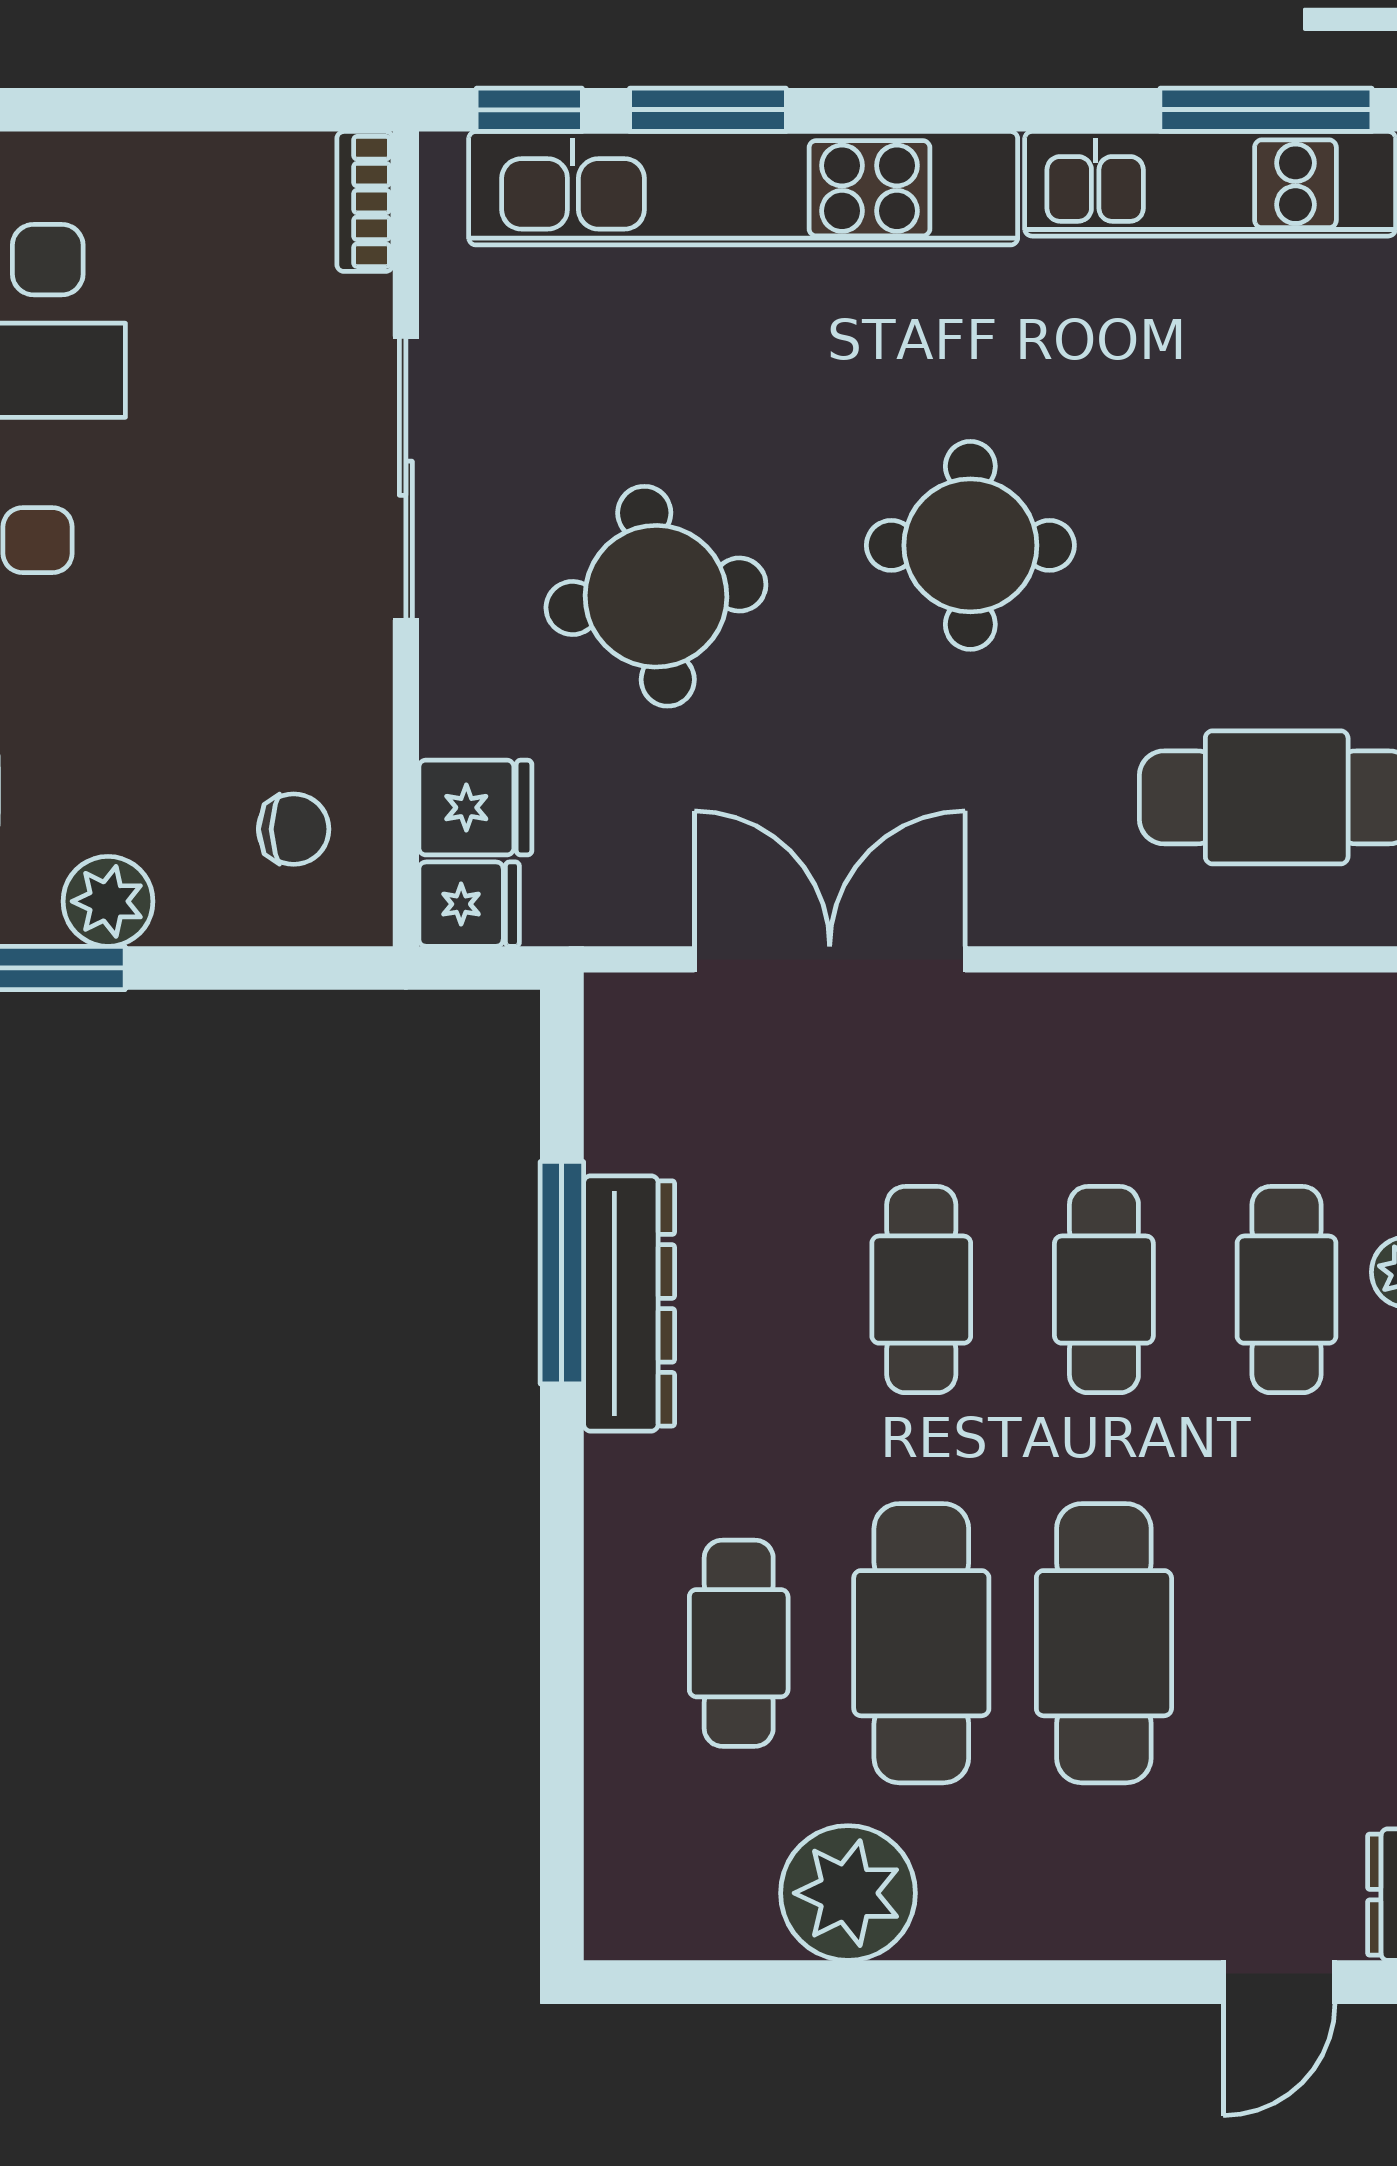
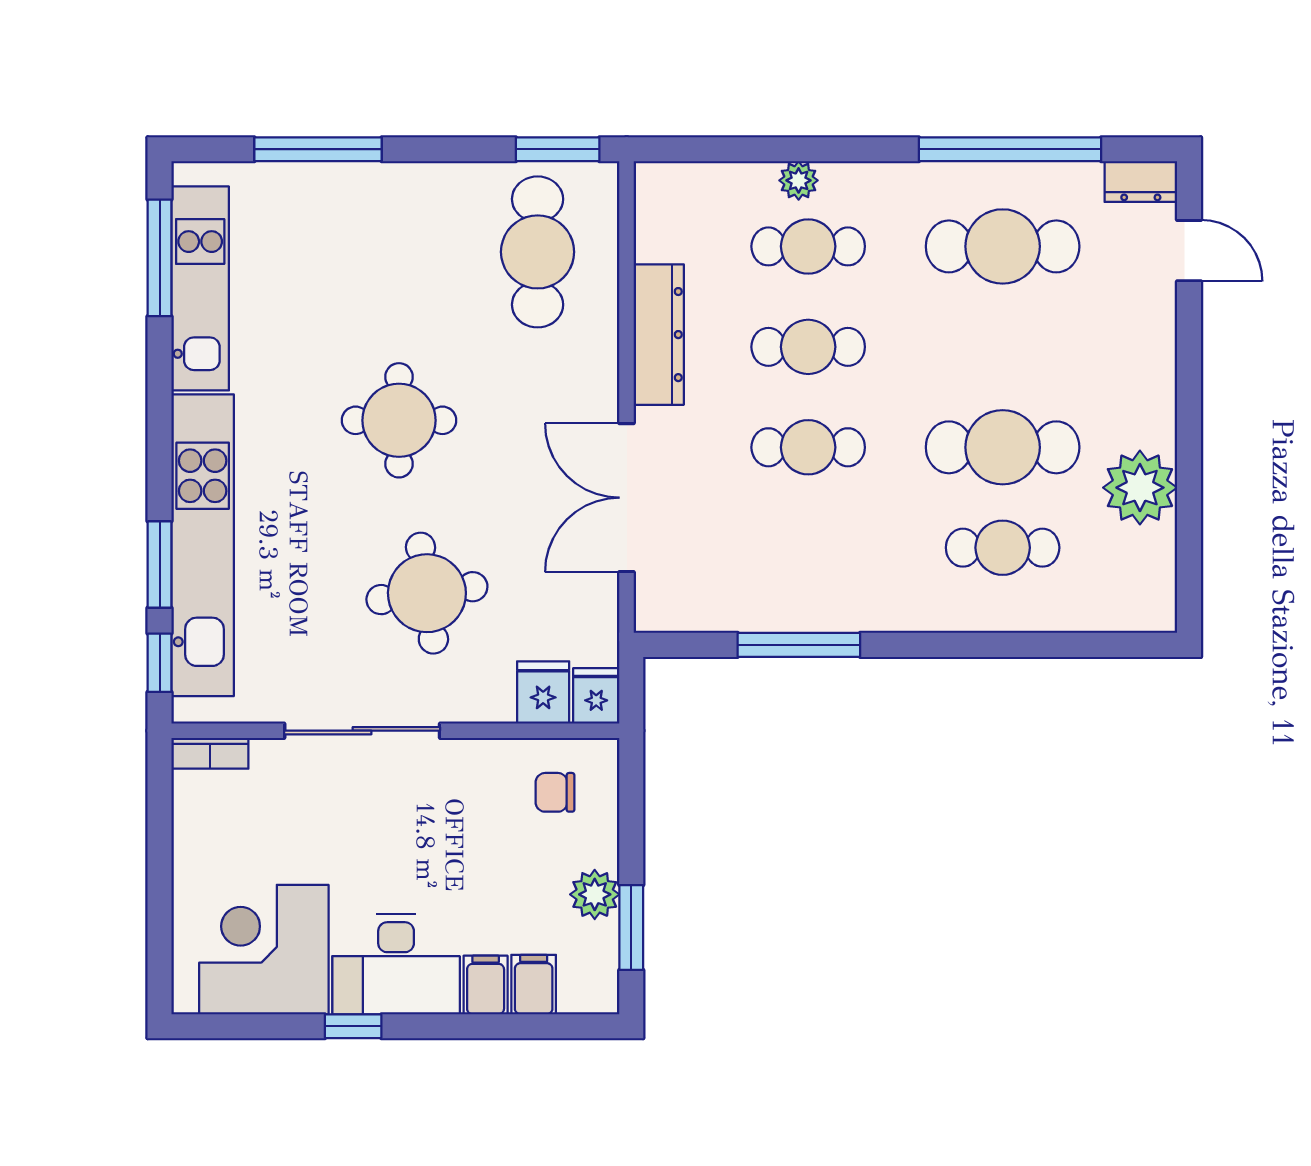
chair: (294, 829) -> (555, 792), turned -90
dresser: (629, 1303) -> (659, 335), moved, turned 90
cafe table: (1104, 1643) -> (1003, 246), moved

